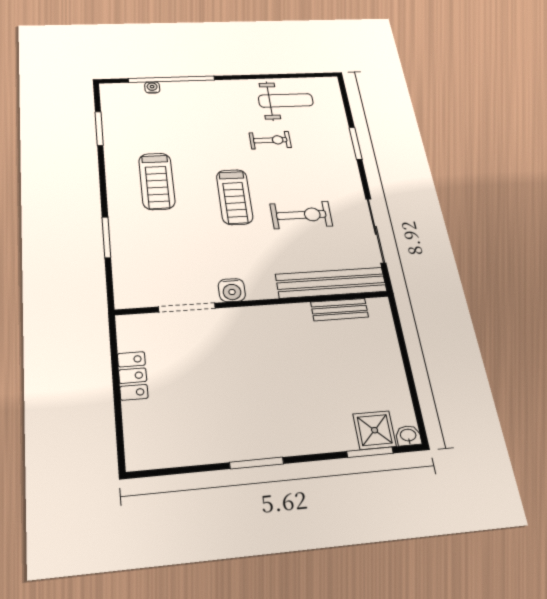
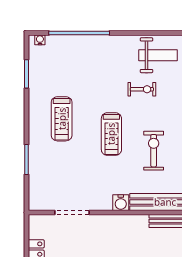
water cooler: (152, 88) -> (40, 40), moved
exercise bike: (301, 215) -> (154, 151), turned -90
water cooler: (232, 290) -> (121, 203), moved

